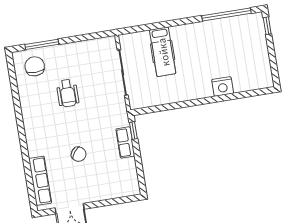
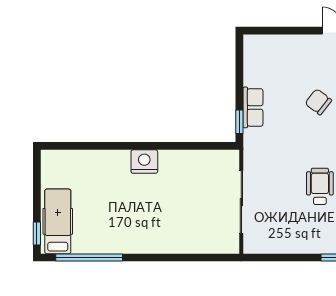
hospital bed: (163, 52) -> (58, 221), moved
nightstand: (223, 86) -> (144, 162), moved

